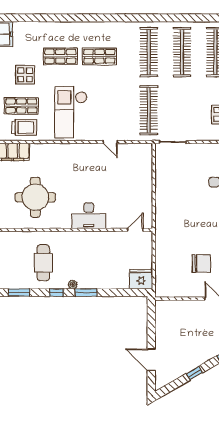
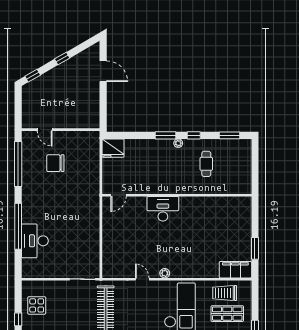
plant: (87, 148) -> (165, 273), added
round table: (35, 197) -> (214, 226), removed
cafe table: (43, 263) -> (206, 164), width x0.73, depth x0.74

